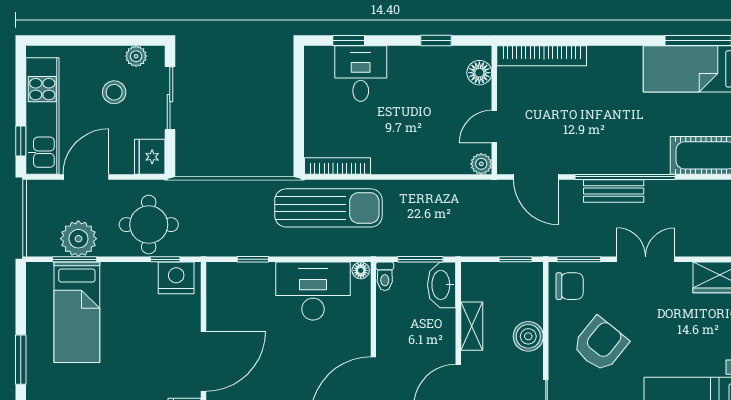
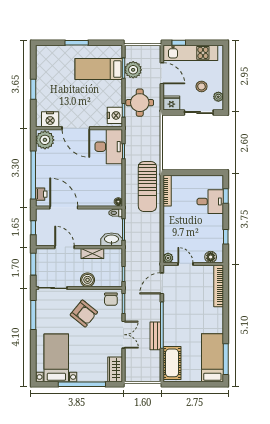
bench: (614, 191) -> (155, 336), moved
desk: (313, 291) -> (109, 147), moved

